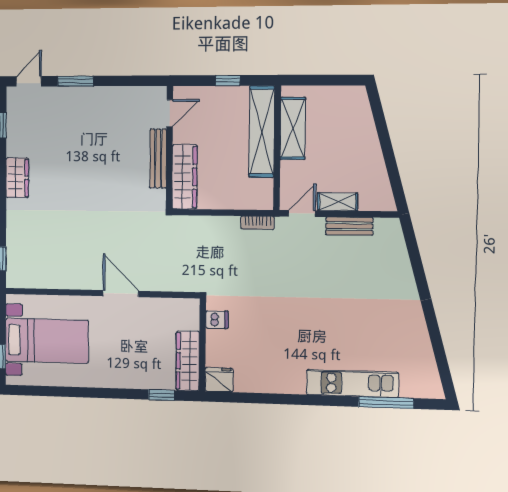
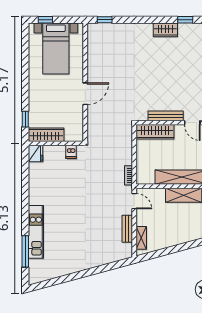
wardrobe: (17, 178) -> (165, 30), moved
shelving: (338, 202) -> (141, 238), moved

